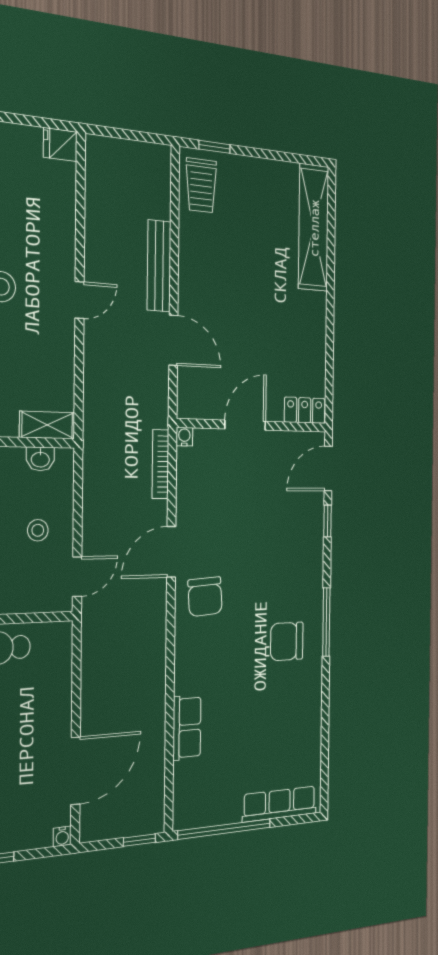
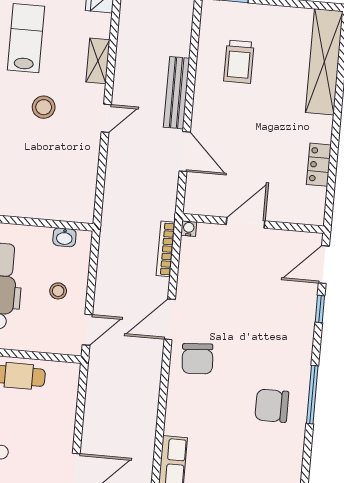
trolley: (201, 185) -> (239, 62), moved
locker: (305, 410) -> (319, 165), moved, turned -90
shelving: (47, 425) -> (98, 61), moved, turned 90

